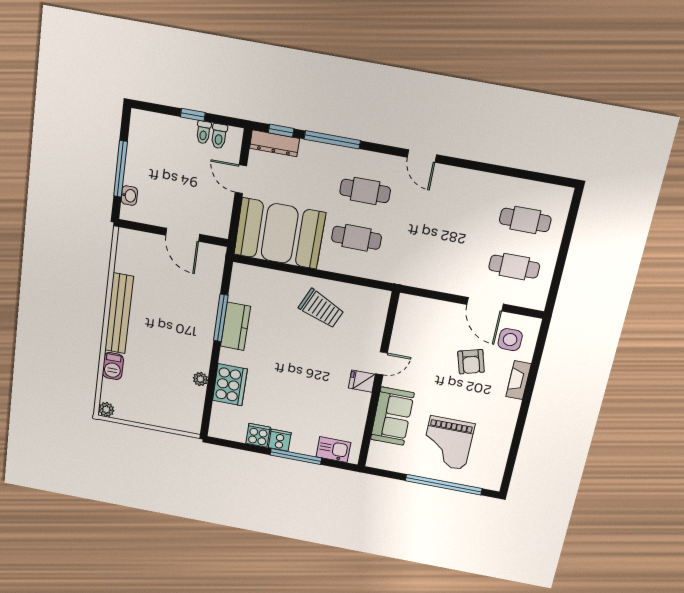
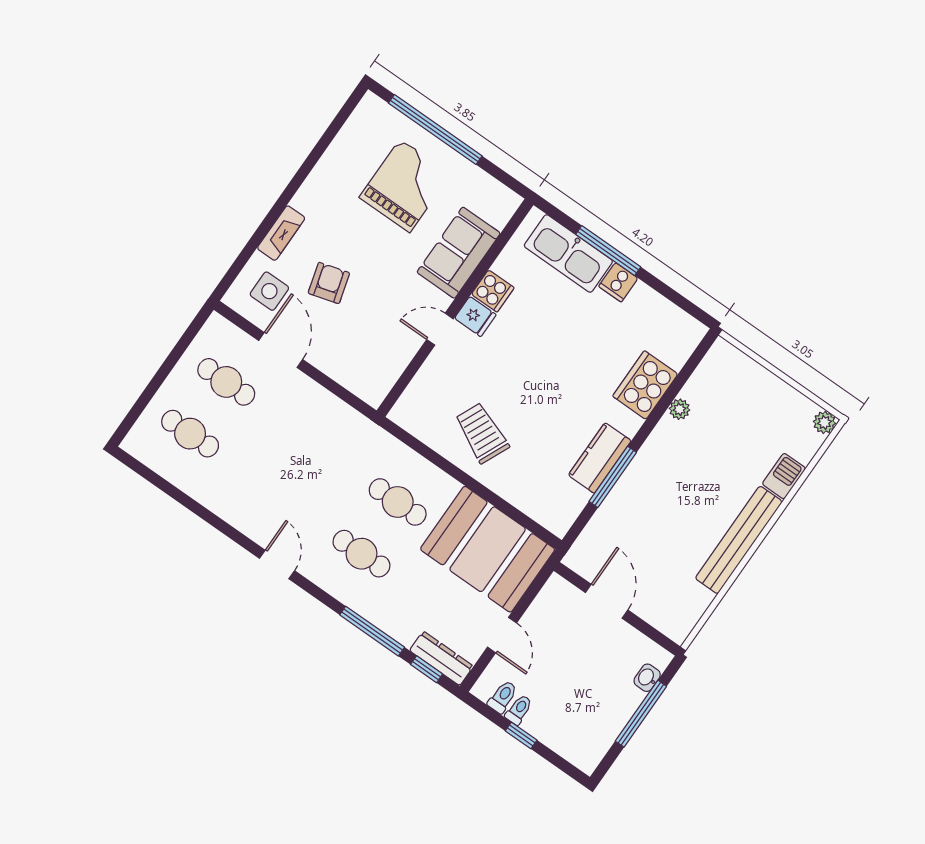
cooker: (258, 435) -> (493, 291), moved, turned -90
kitchen sink: (333, 450) -> (568, 253), width x1.87, depth x1.24

